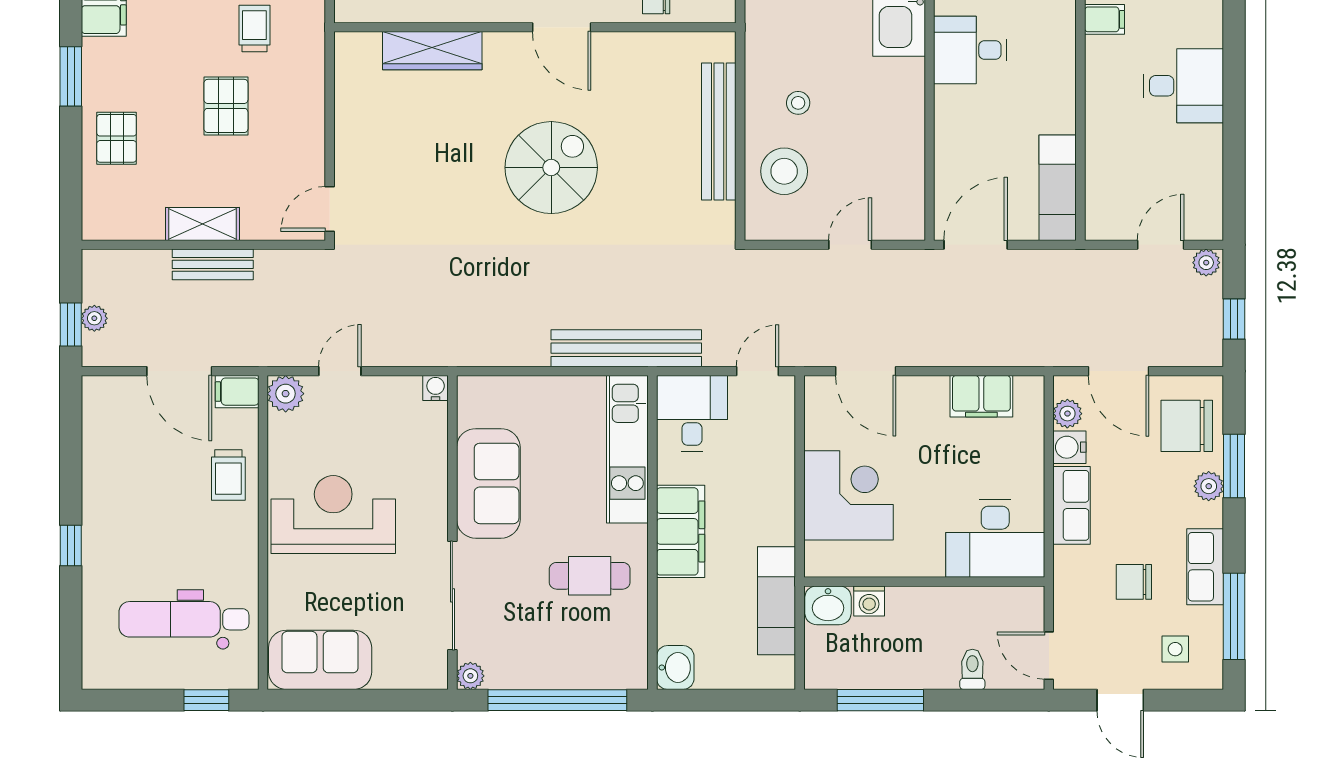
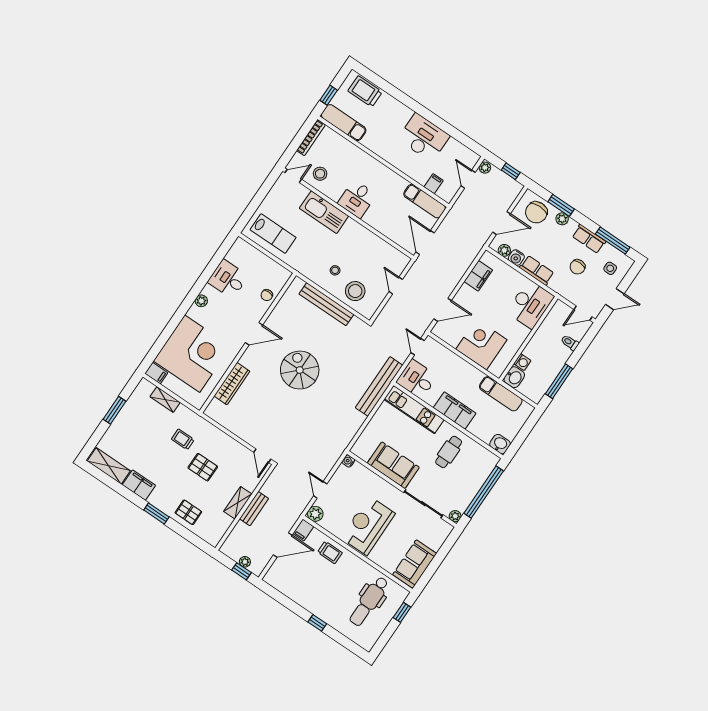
filing cabinet: (1105, 19) -> (434, 184), moved
desk: (1183, 86) -> (424, 137), width x1.37

